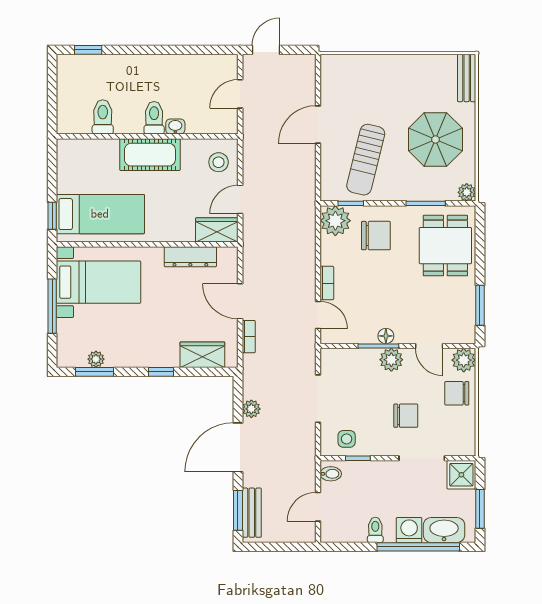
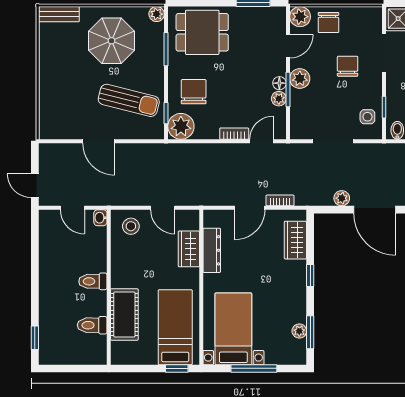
washbasin: (175, 127) -> (100, 218), moved
cot: (150, 155) -> (124, 314), moved
wardrobe: (217, 230) -> (189, 249), moved
plant: (368, 335) -> (279, 99), added

